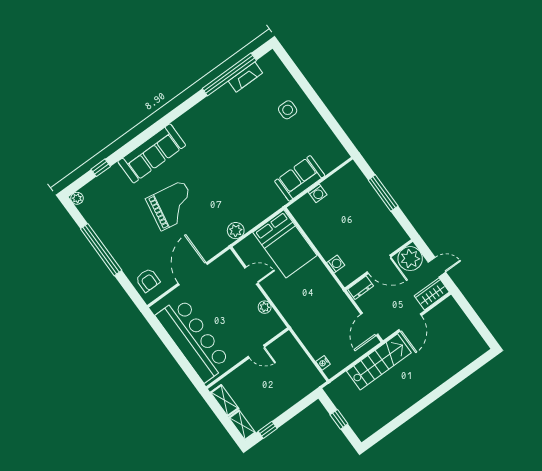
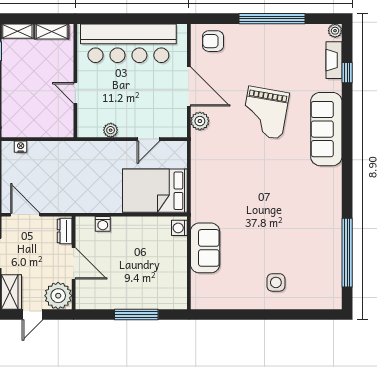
fireplace: (245, 77) -> (334, 60), moved
washing machine: (318, 193) -> (179, 228), moved
plant: (236, 231) -> (200, 121), moved
door: (379, 264) -> (74, 263), swing flipped
door: (256, 352) -> (75, 93), hinge flipped

